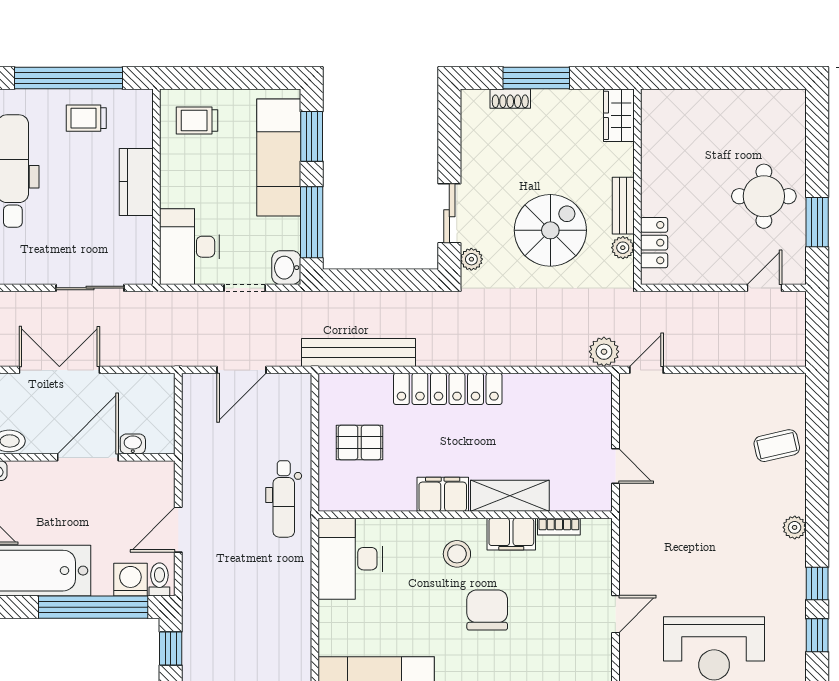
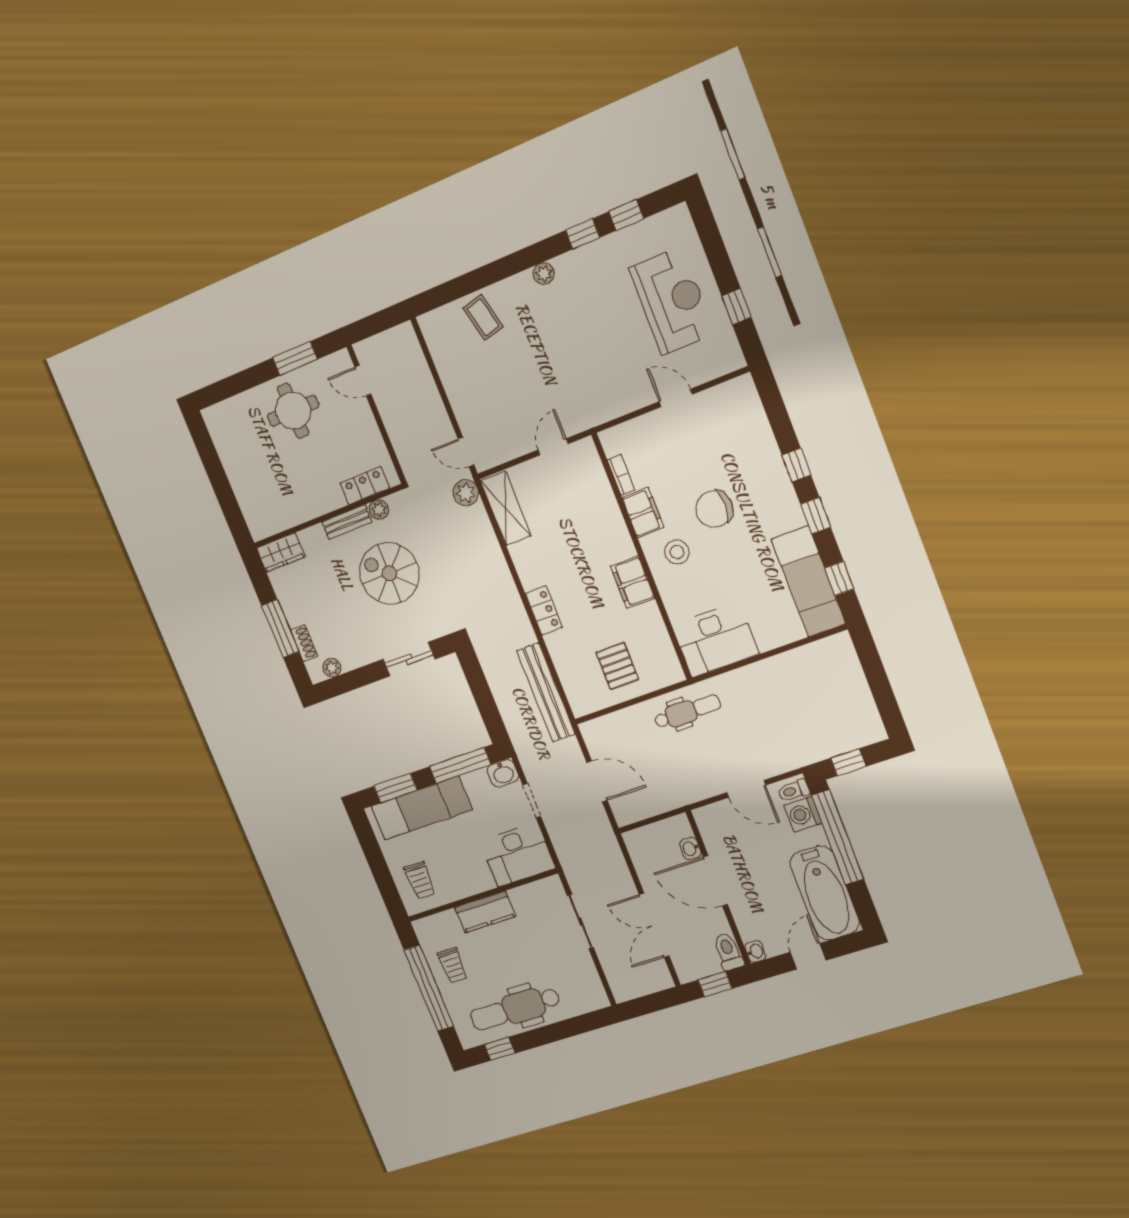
plant: (471, 259) -> (332, 668), moved
locker: (448, 389) -> (544, 610), width x0.46, depth x0.83
shelving: (510, 496) -> (506, 508), moved

